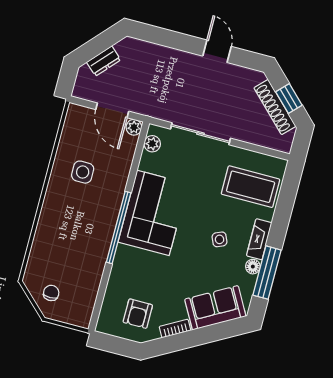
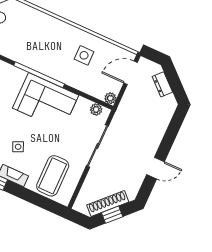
door: (112, 110) -> (131, 73), moved

